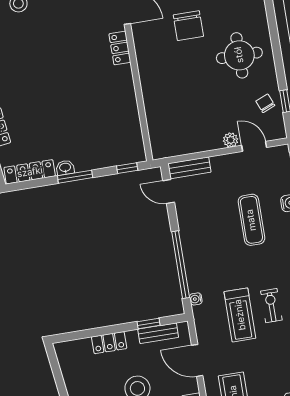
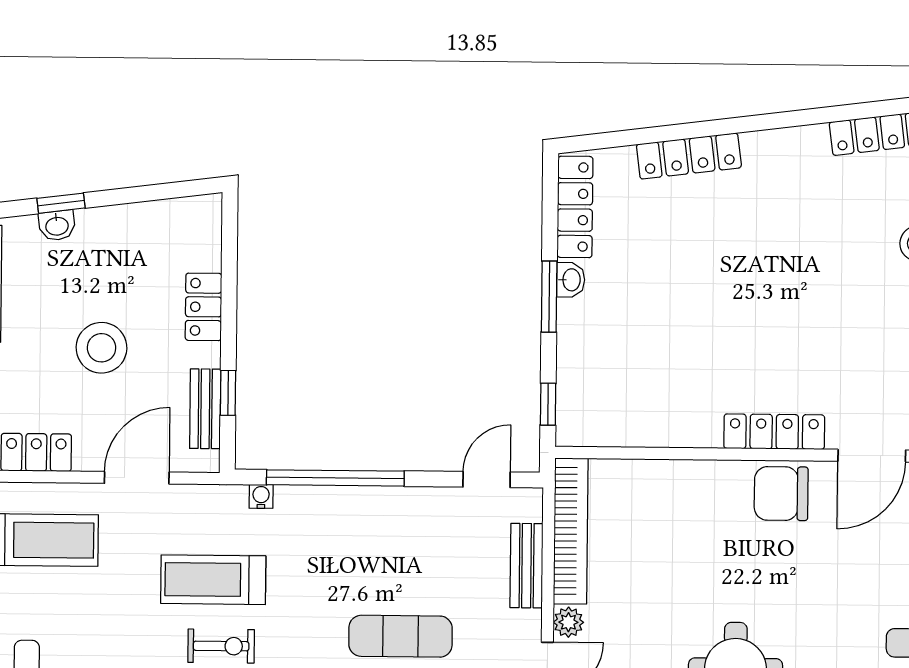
chair: (188, 26) -> (781, 494), moved
locker: (120, 48) -> (774, 432), width x1.53
bookcase: (186, 147) -> (571, 531), added
bench: (189, 168) -> (527, 566), moved

